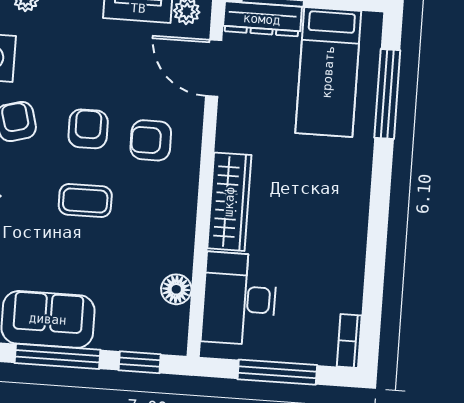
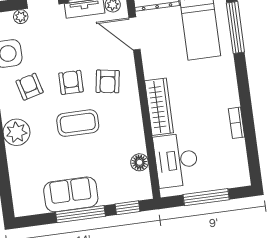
armchair: (151, 140) -> (108, 81), turned -81
coffee table: (85, 201) -> (78, 123), width x1.36, depth x1.30
bookcase: (349, 341) -> (237, 123), moved

